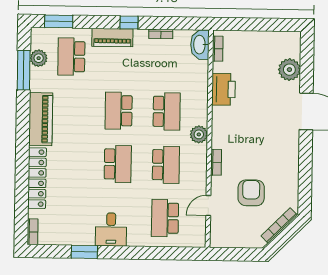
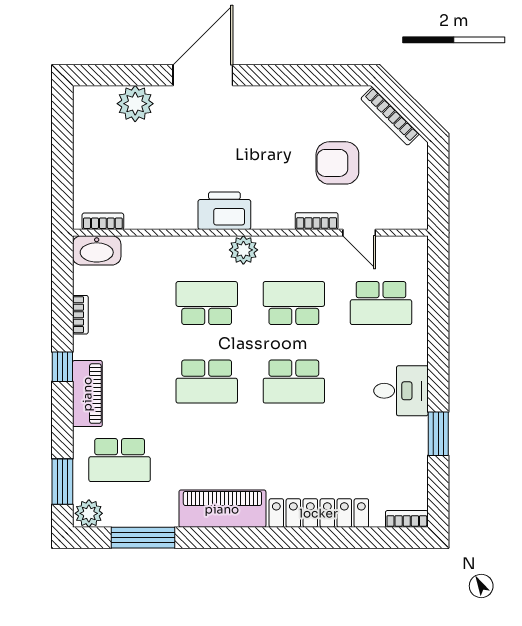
plant: (39, 58) -> (89, 513), moved
printer: (224, 89) -> (224, 211), moved
bookcase: (216, 162) -> (317, 221), moved
school desk: (118, 164) -> (294, 382), turned 180

